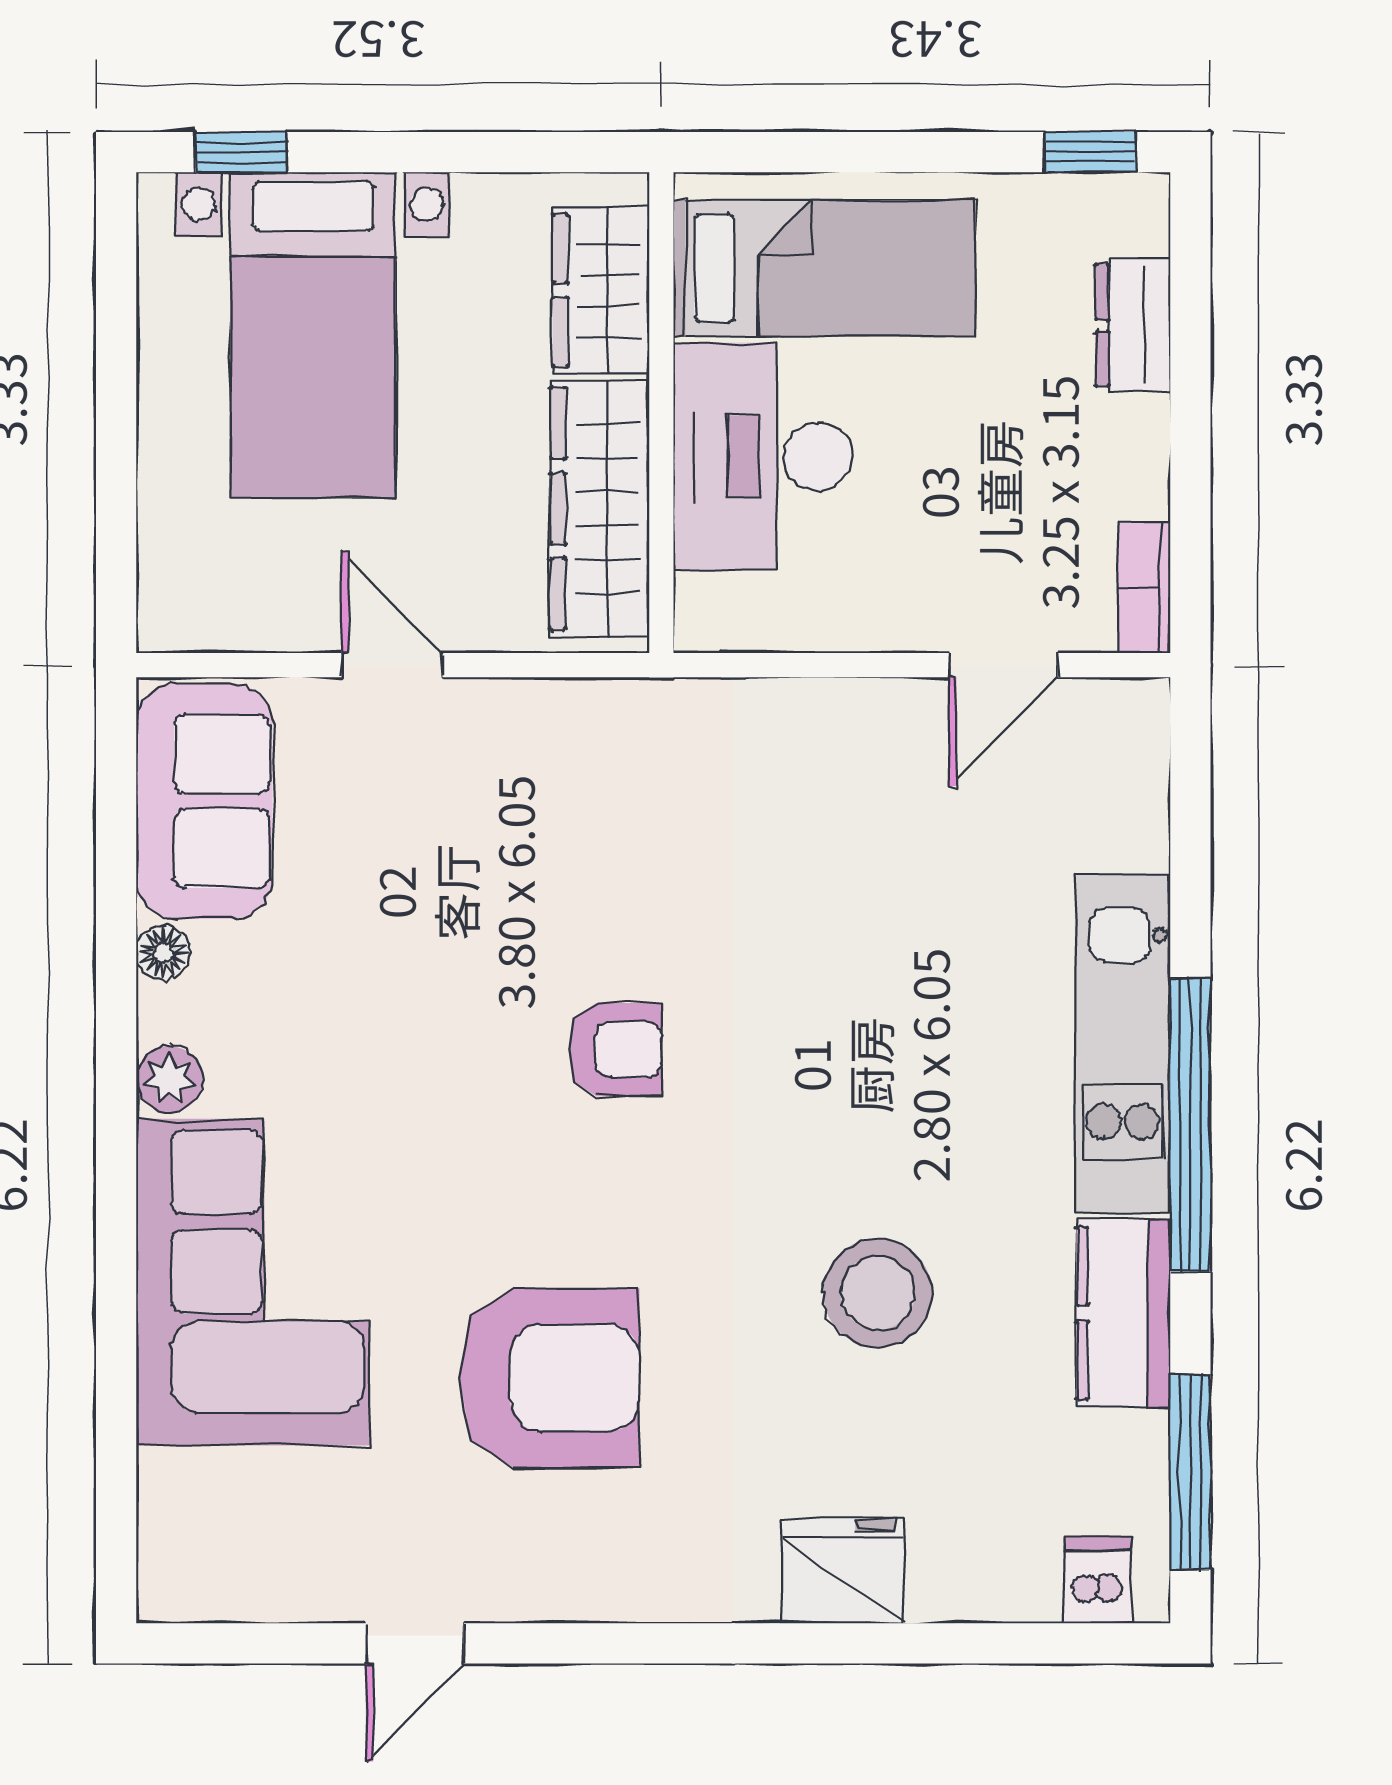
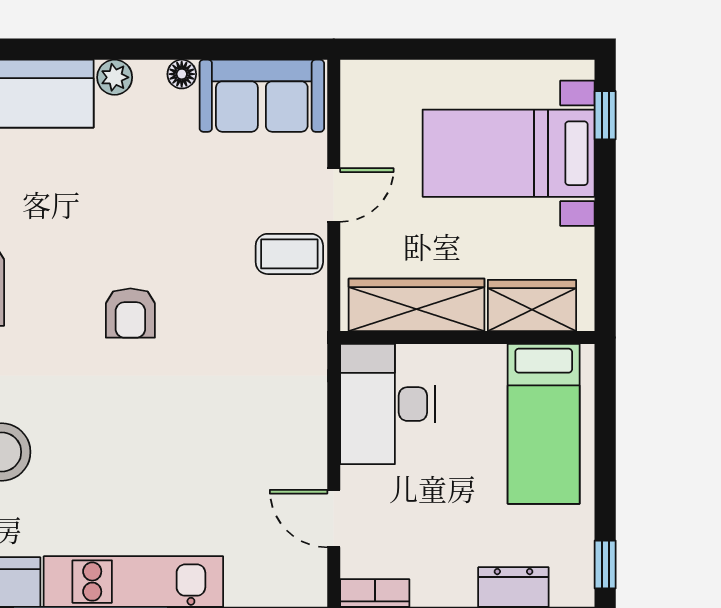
desk: (763, 456) -> (387, 404), moved, turned -90
coffee table: (503, 749) -> (289, 254), added

